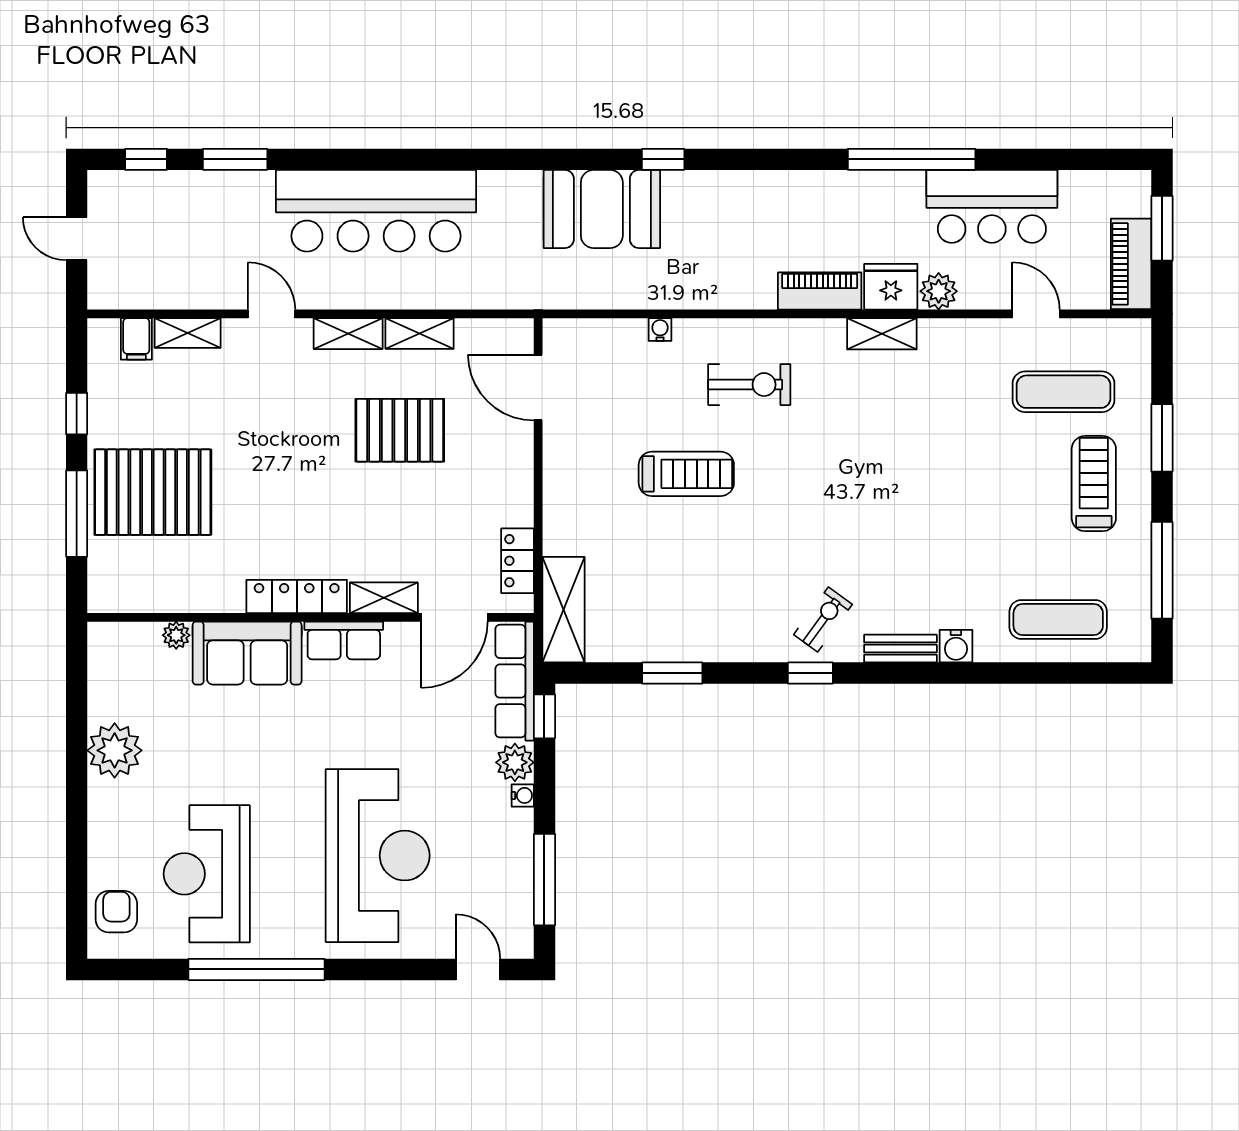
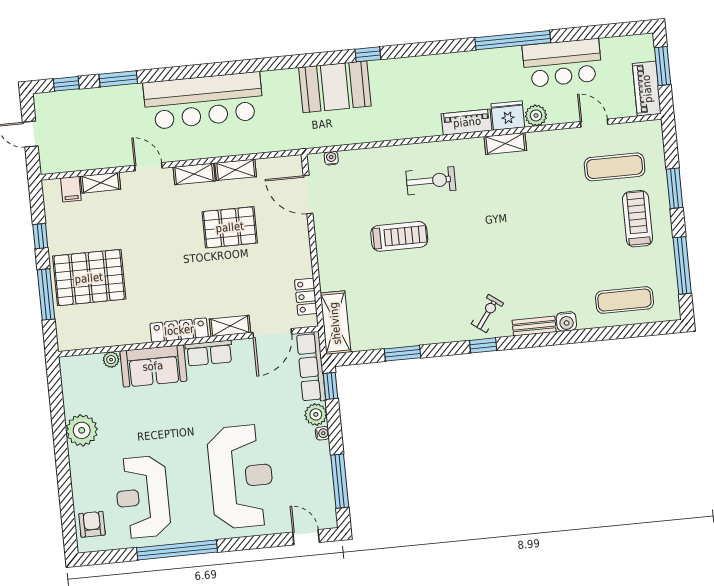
water cooler: (660, 330) -> (331, 158), moved

